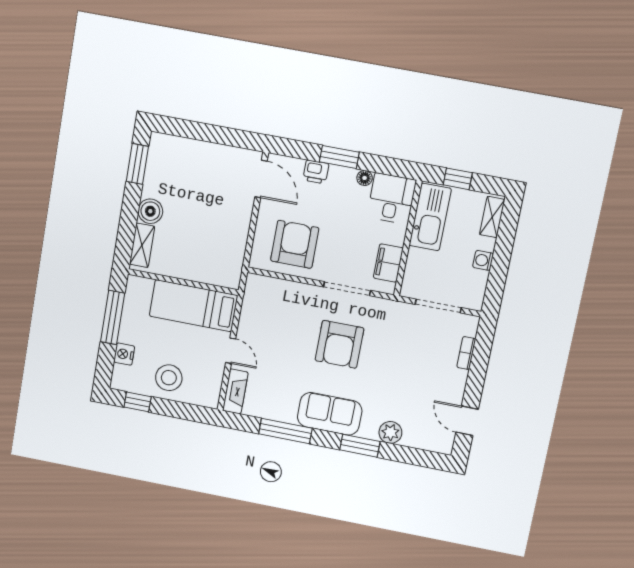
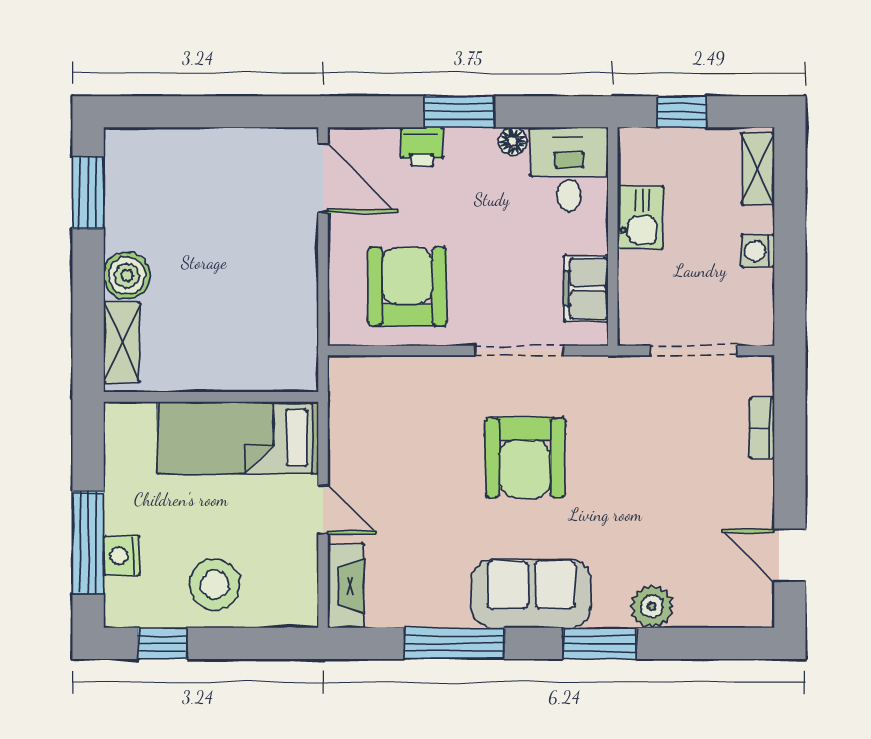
kitchen sink: (430, 217) -> (640, 217), width x0.53, depth x0.81
window: (113, 317) -> (88, 543), moved

